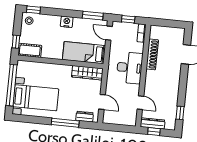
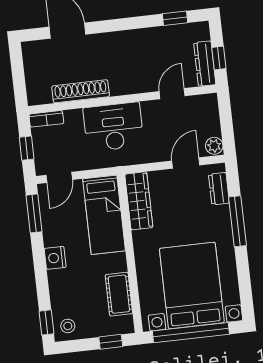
cot: (30, 50) -> (119, 294), moved
bed with nightstands: (36, 98) -> (192, 286), width x1.36
plant: (108, 119) -> (214, 146), added

